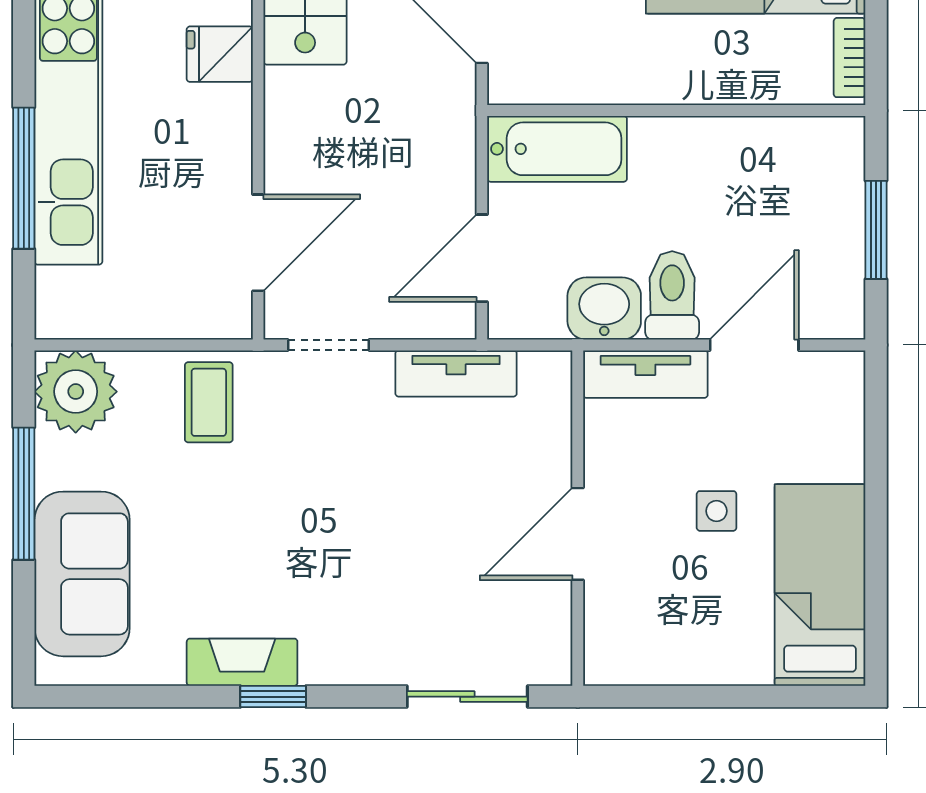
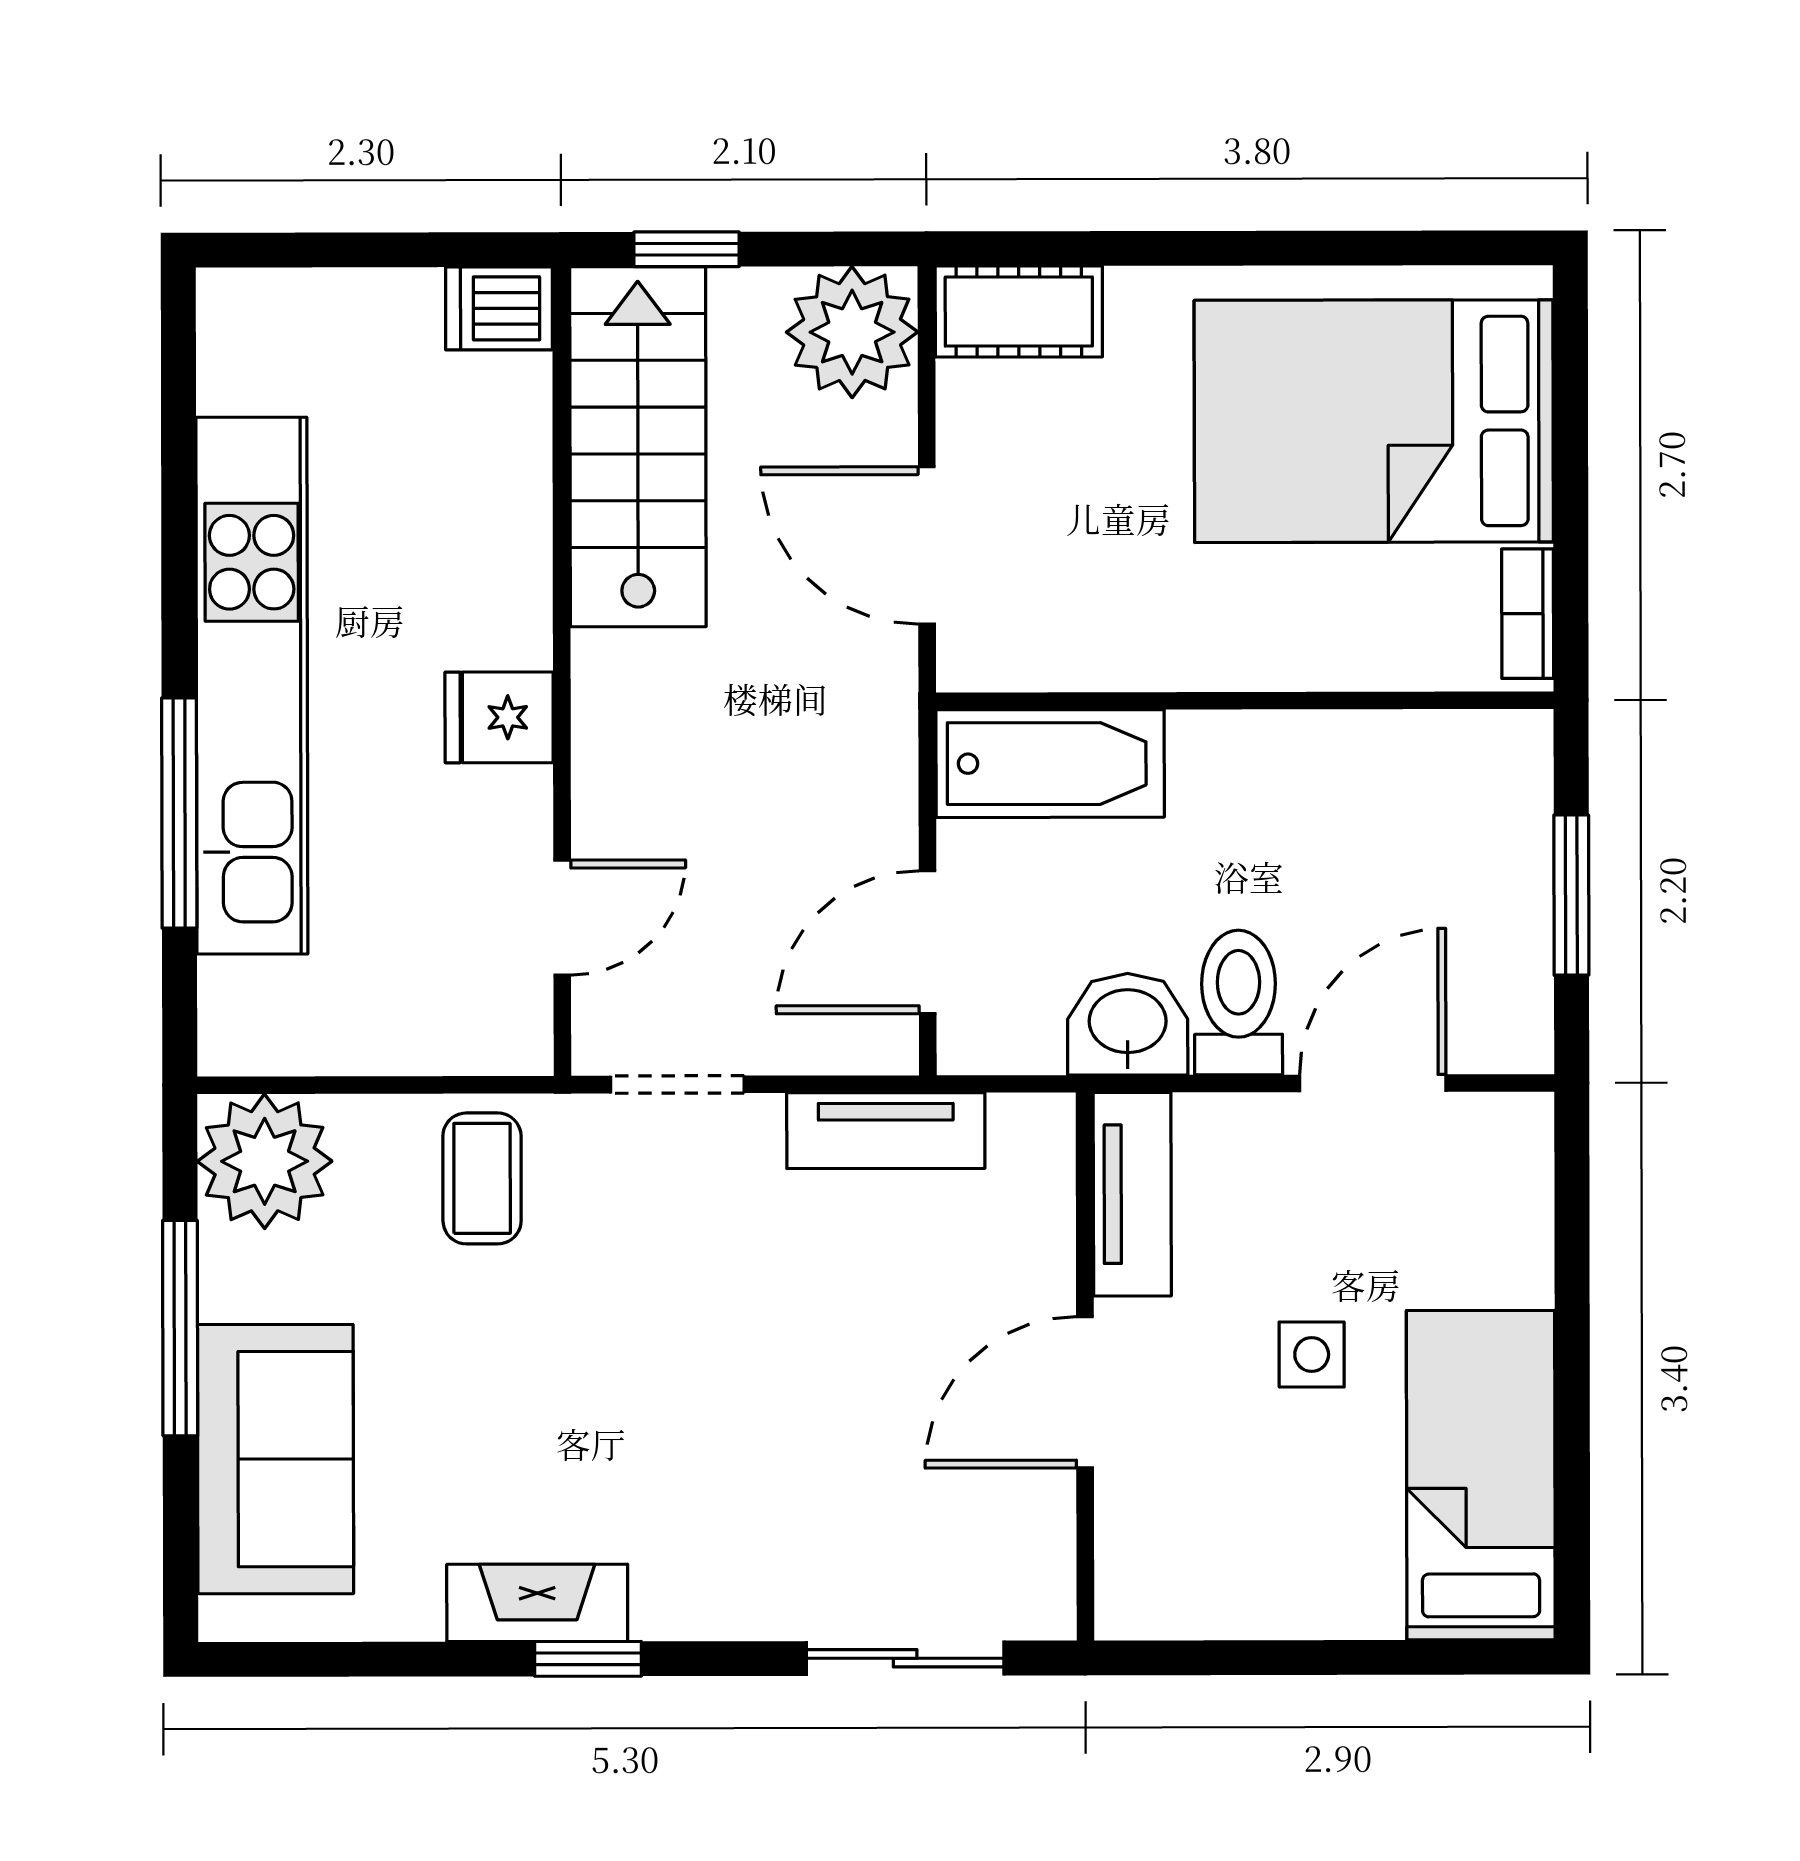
fridge: (220, 54) -> (499, 717), moved
door: (258, 243) -> (562, 918), width x0.73
tv unit: (645, 374) -> (1132, 1194), moved, turned -90

